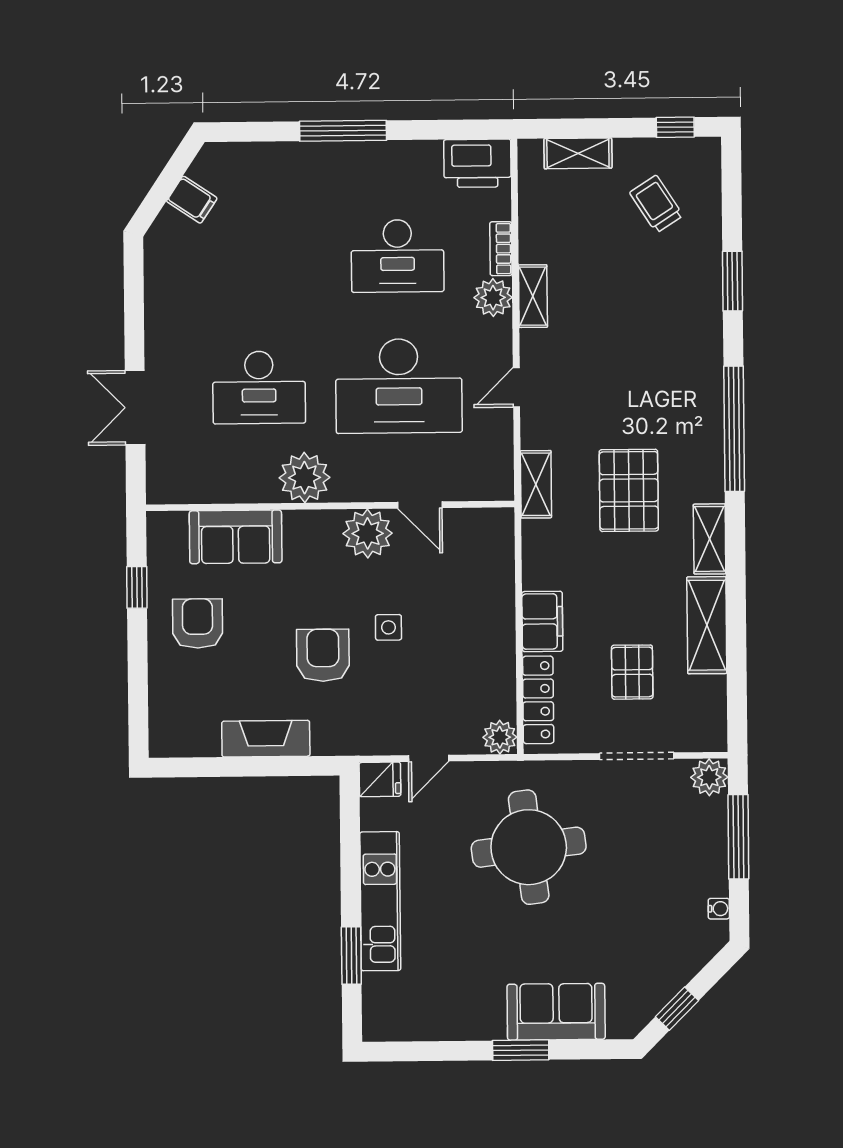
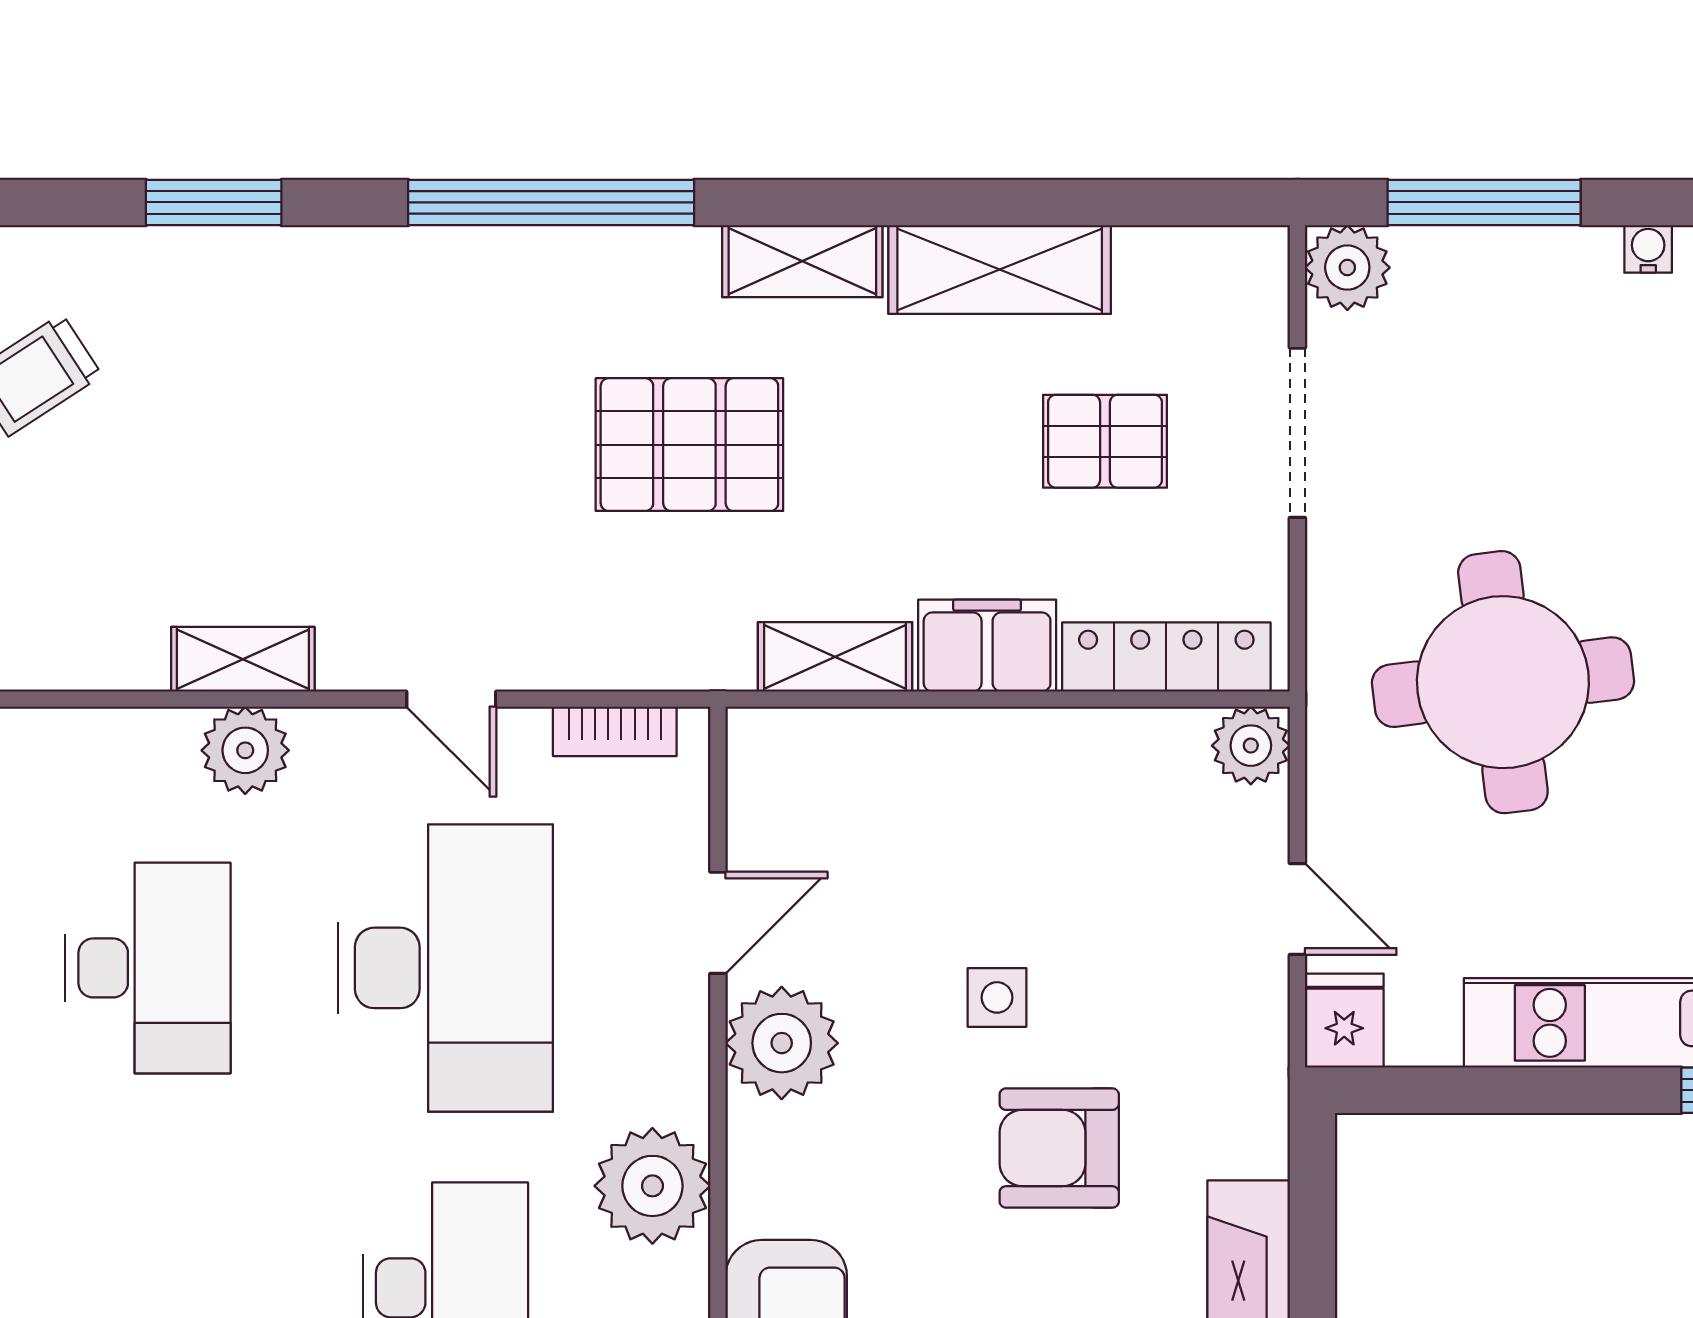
bookcase: (501, 249) -> (615, 731), moved
shelving: (536, 484) -> (835, 657), moved

